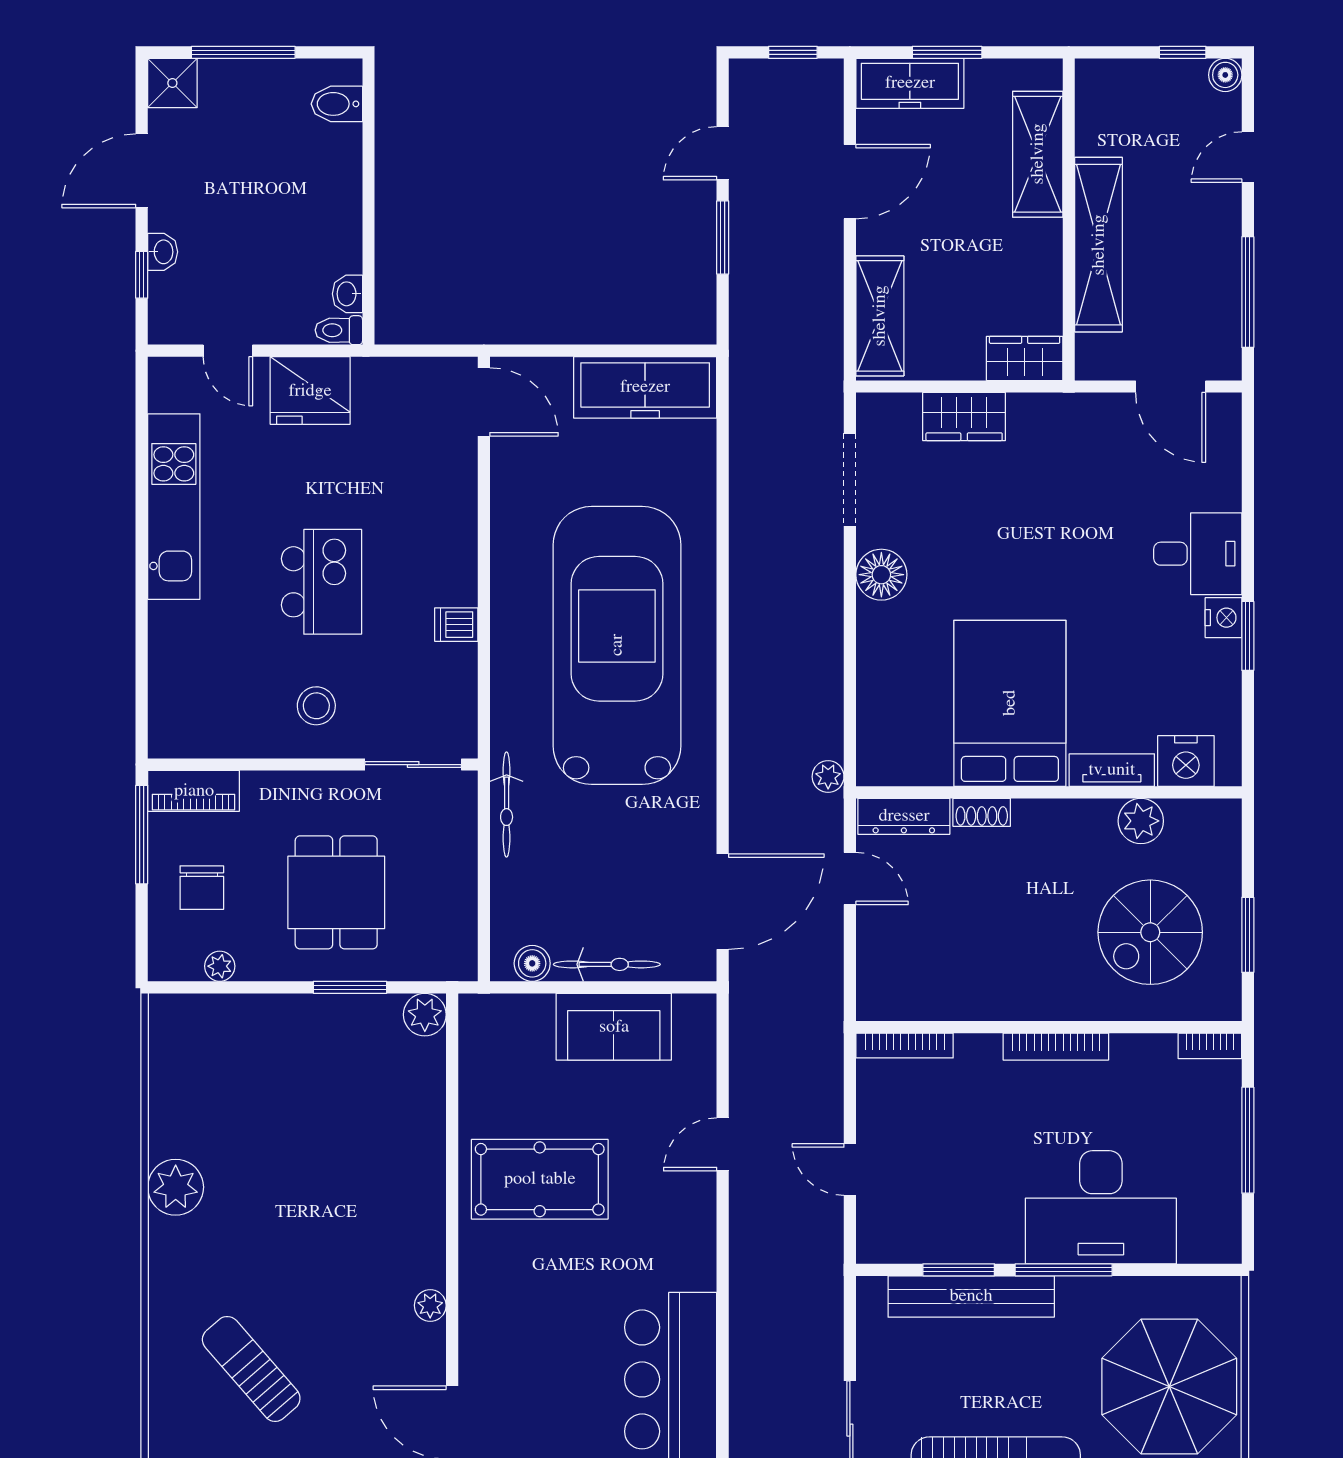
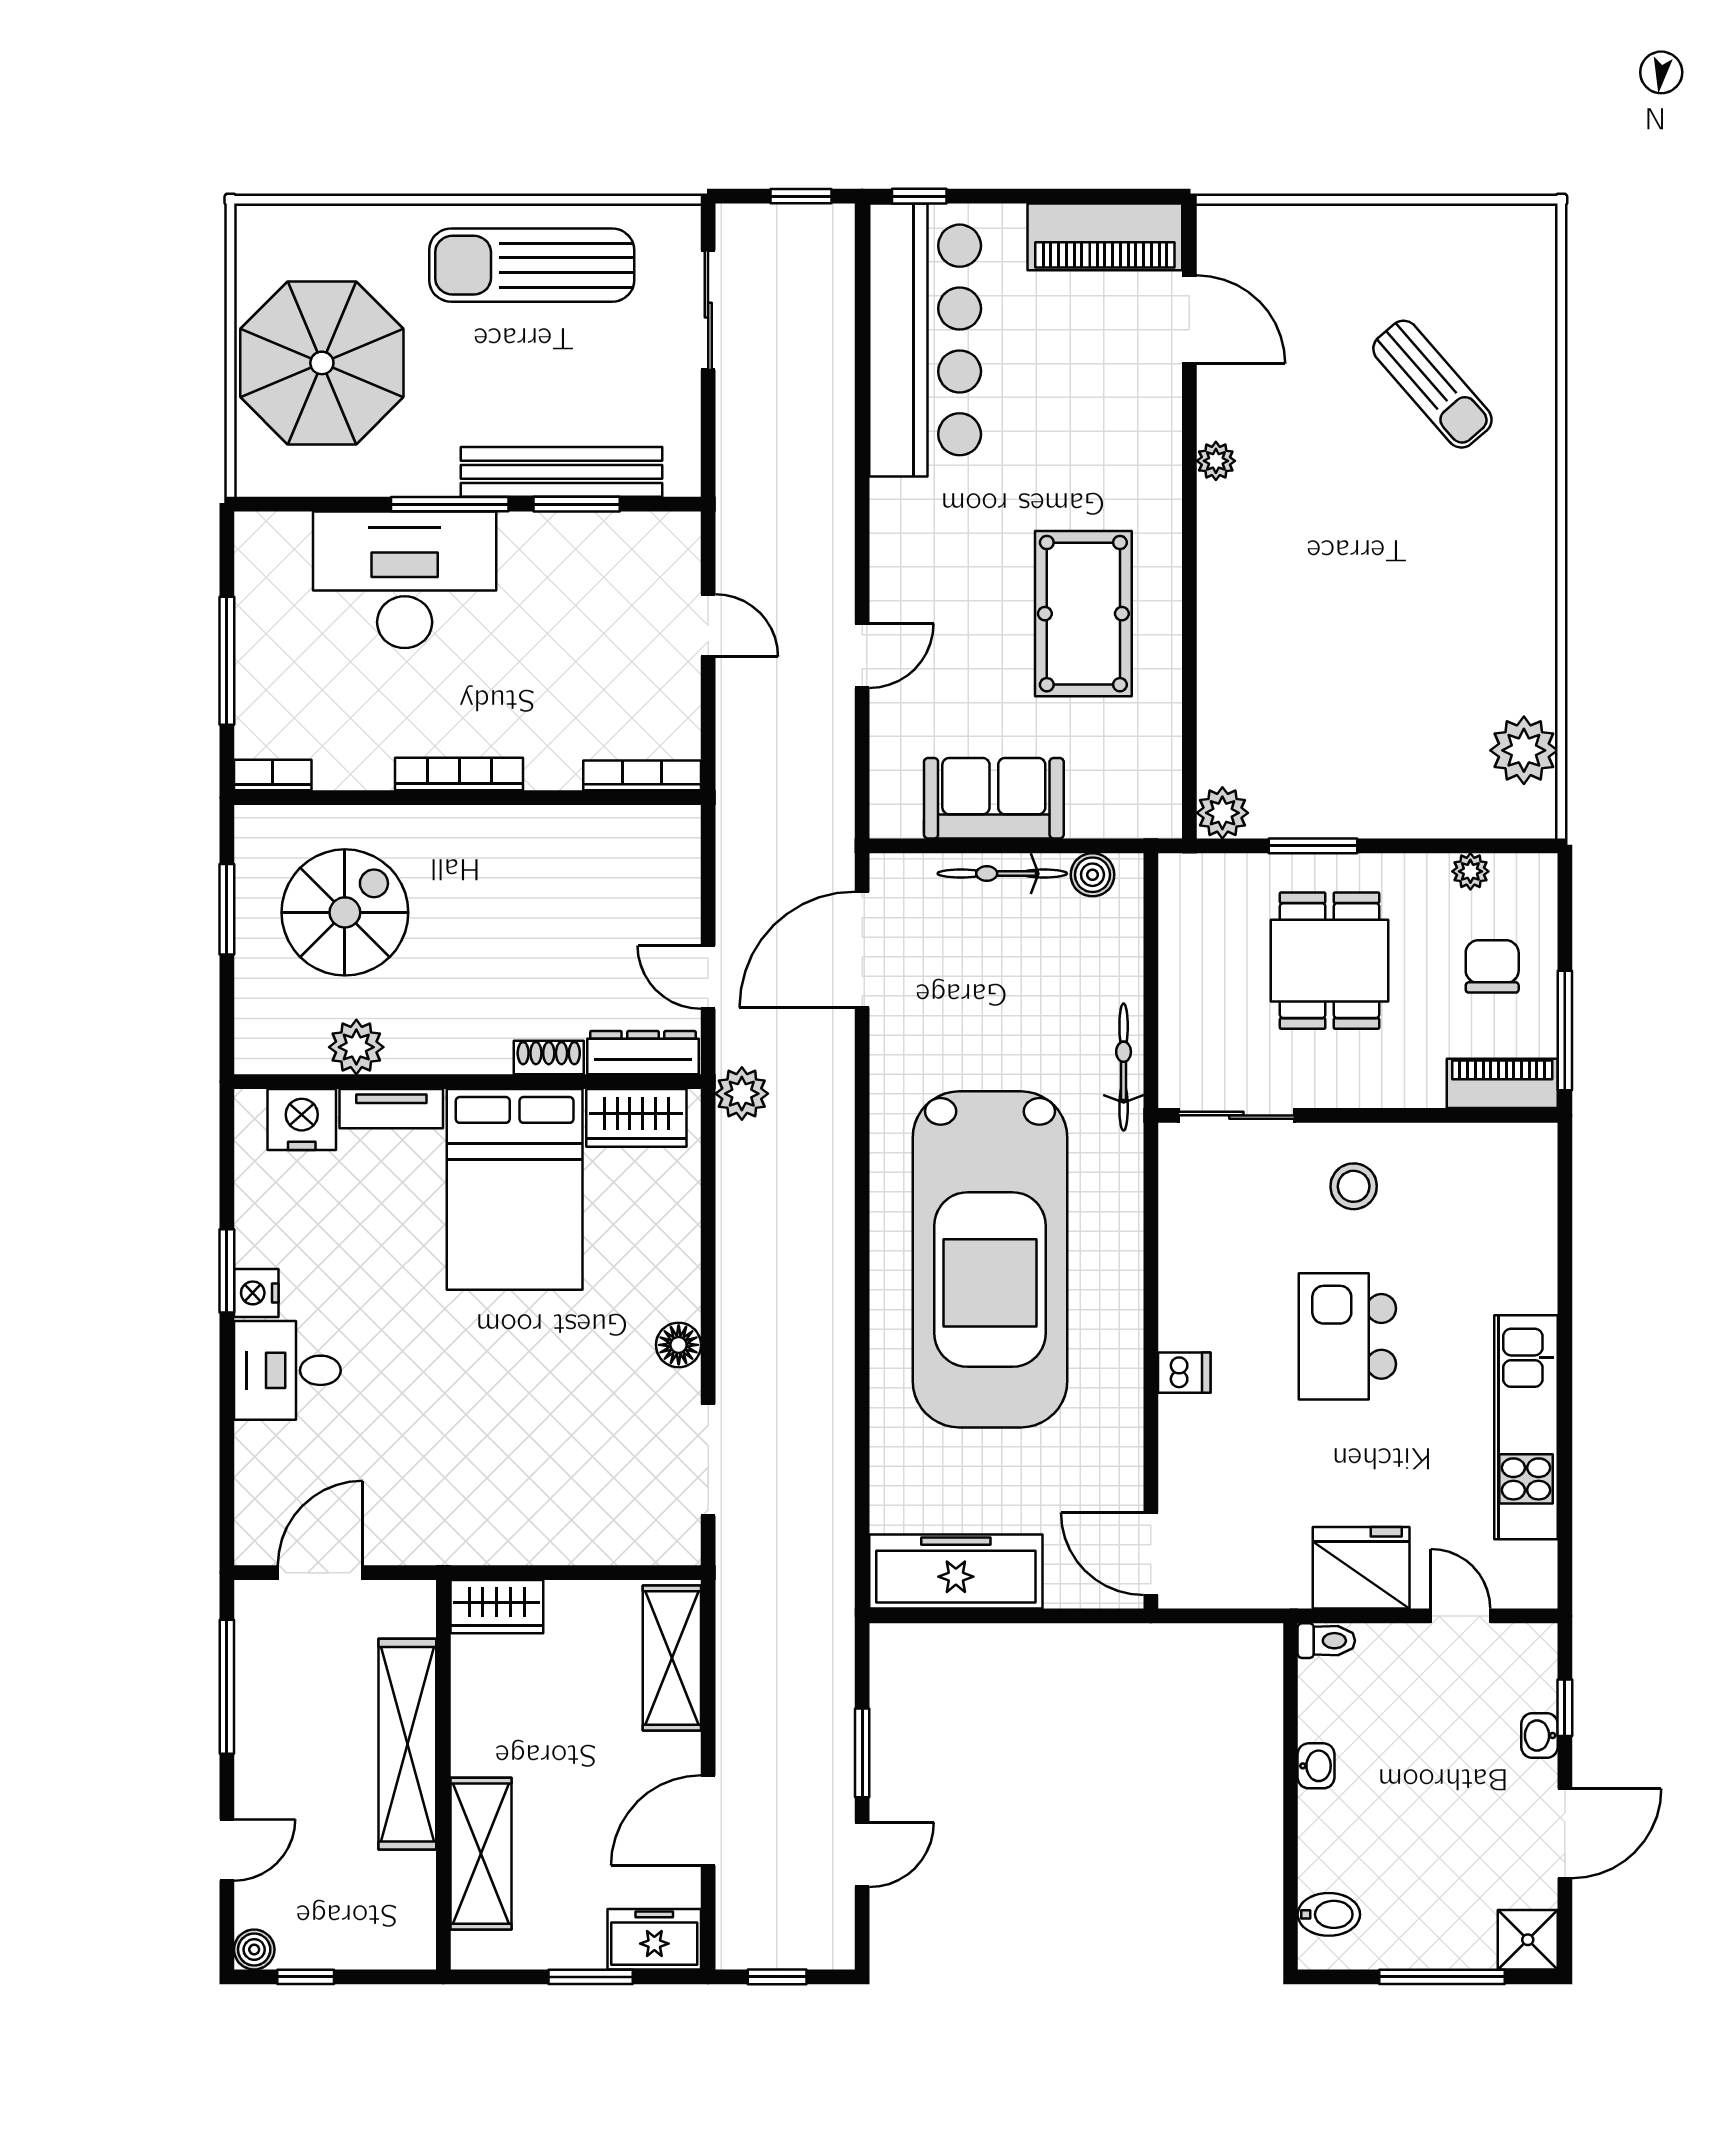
freezer: (910, 83) -> (654, 1939), width x0.71
washbasin: (347, 294) -> (1316, 1766), moved
door: (1171, 387) -> (320, 1573), hinge flipped
wardrobe: (964, 417) -> (636, 1118), moved, turned 180
floor lamp: (881, 575) -> (679, 1345), width x0.73, depth x0.73
dishwasher: (456, 625) -> (1184, 1373), moved
plant: (828, 777) -> (742, 1094), width x1.38, depth x1.38
pool table: (540, 1179) -> (1083, 614), turned 90
plant: (176, 1187) -> (1524, 750), moved

